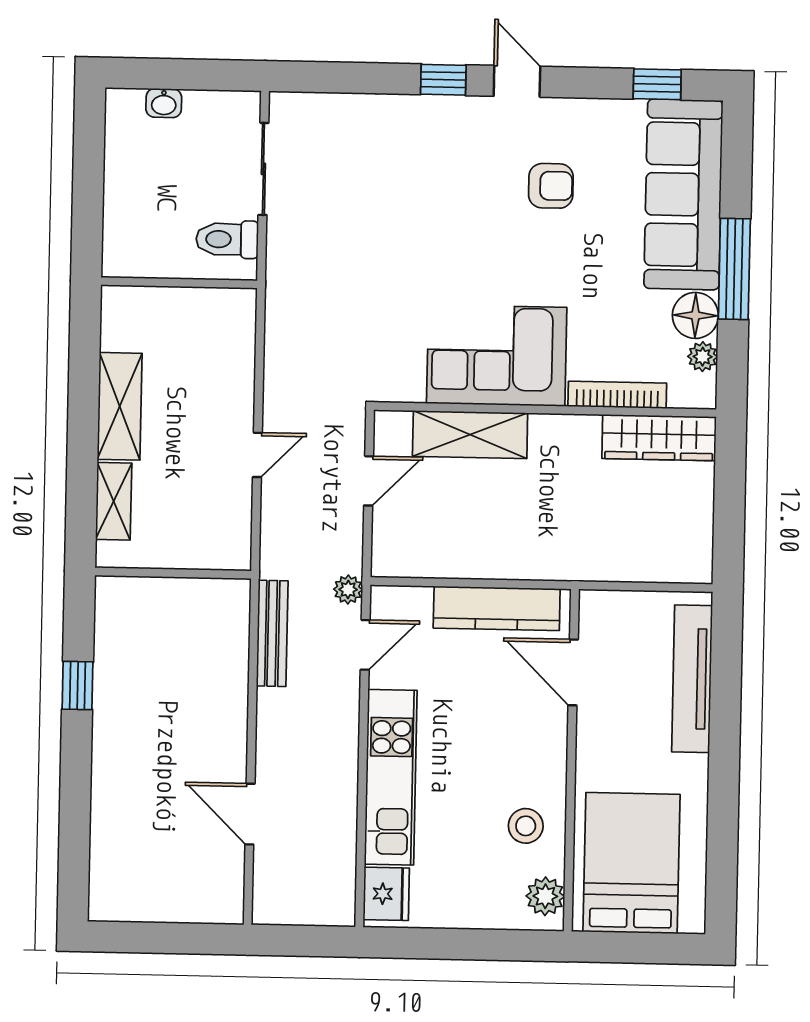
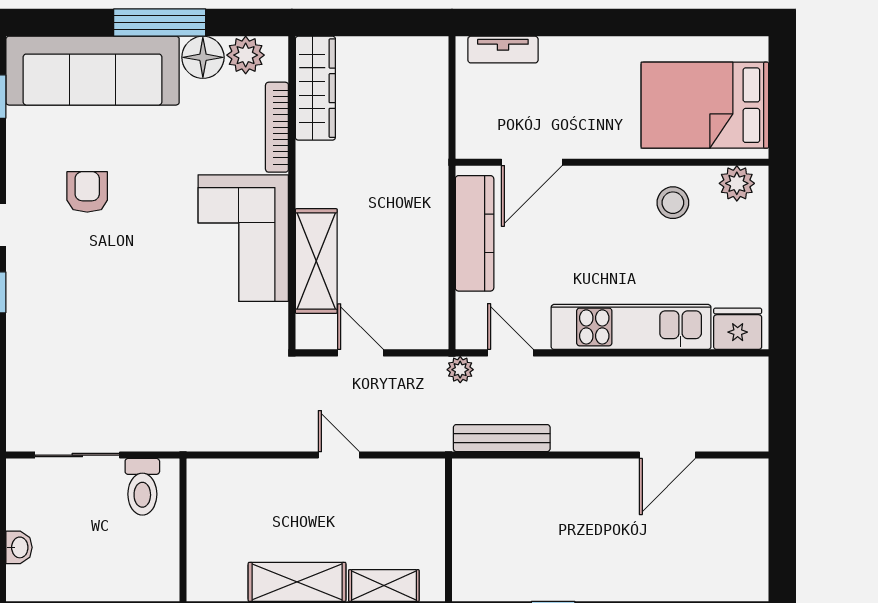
plant: (703, 357) -> (246, 55), width x1.38, depth x1.38
tv unit: (692, 679) -> (503, 50), width x0.52, depth x0.78

